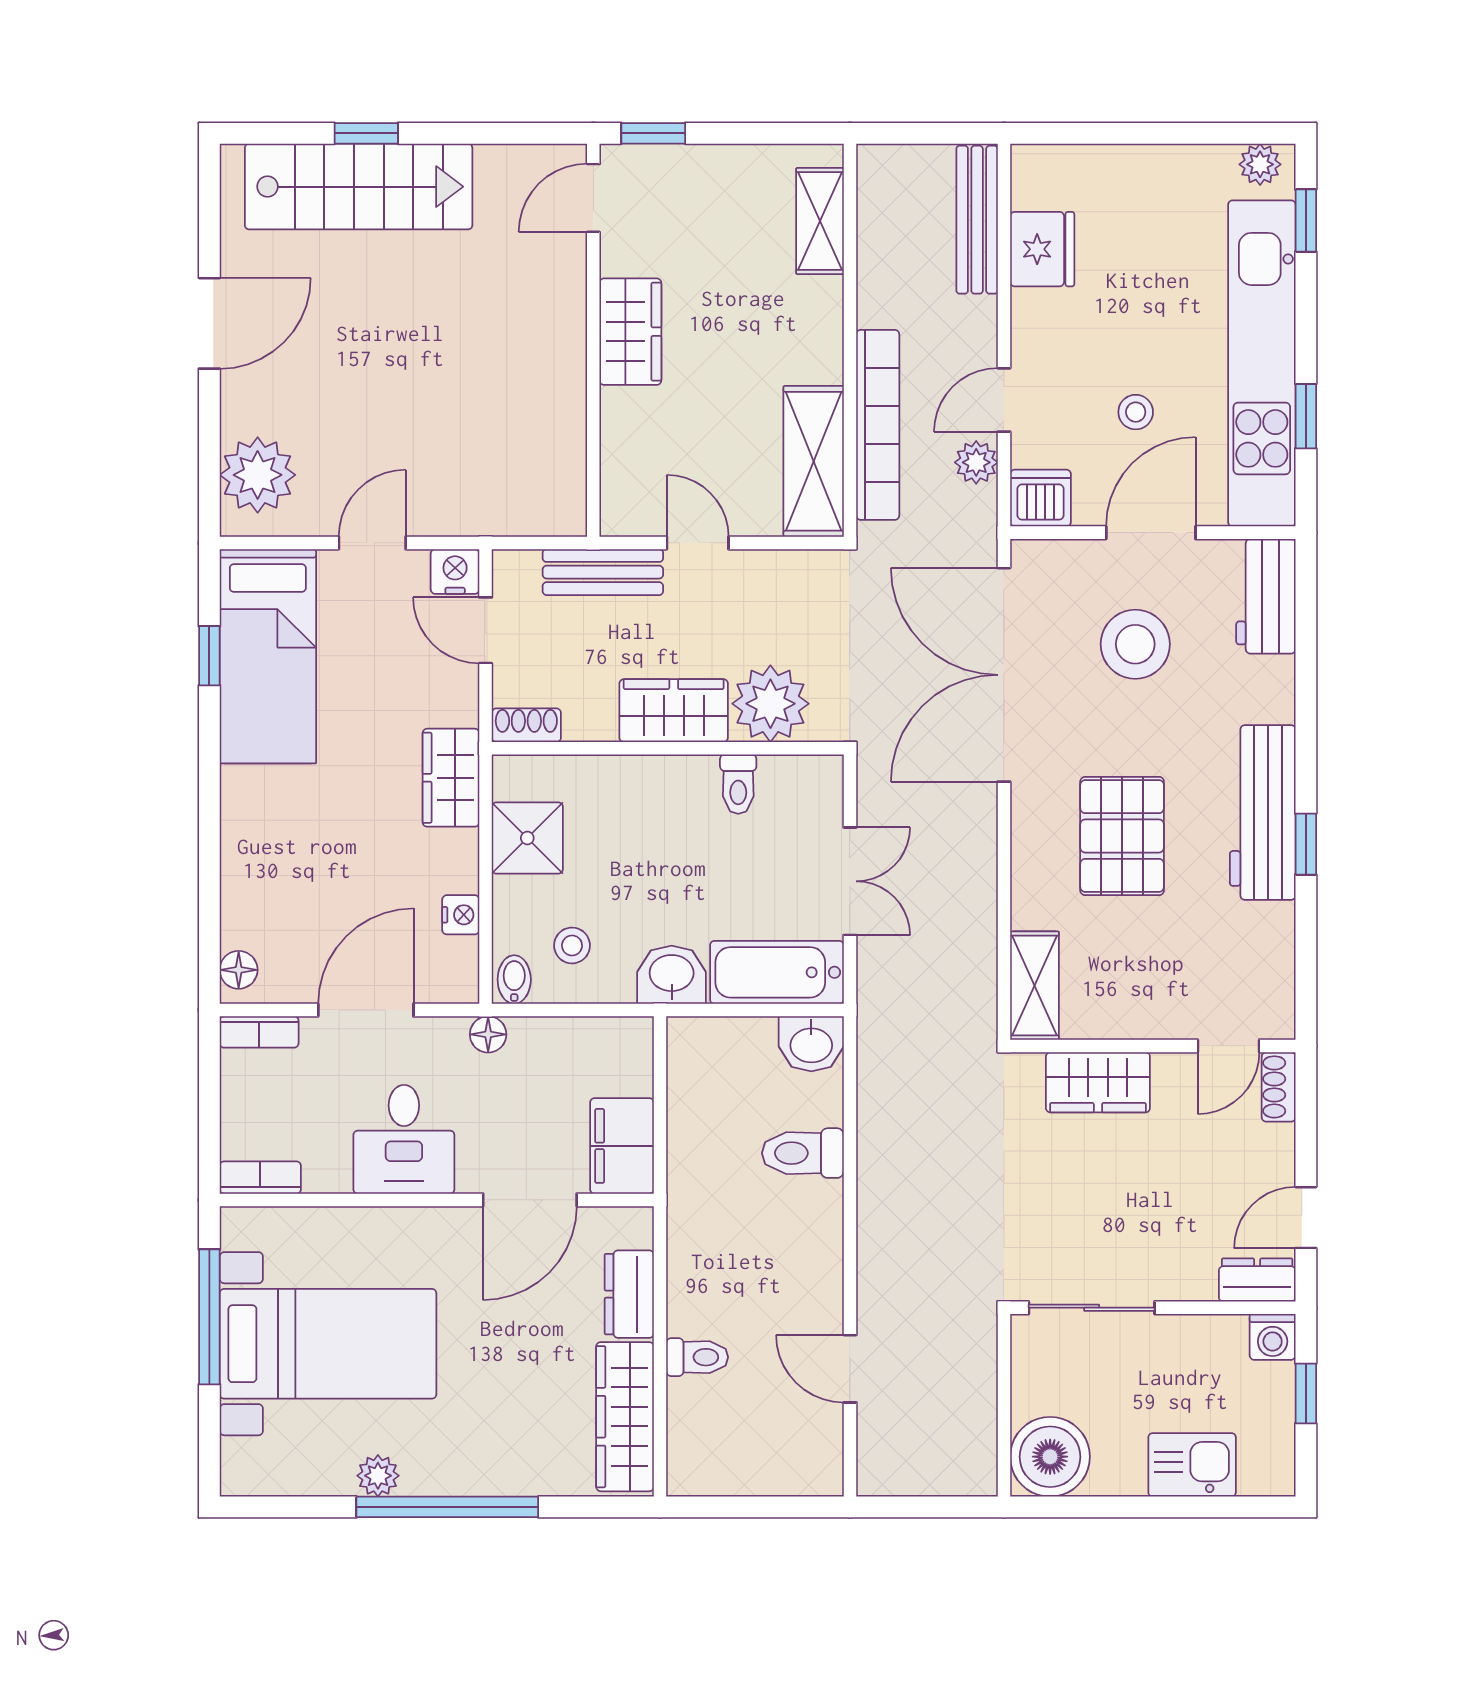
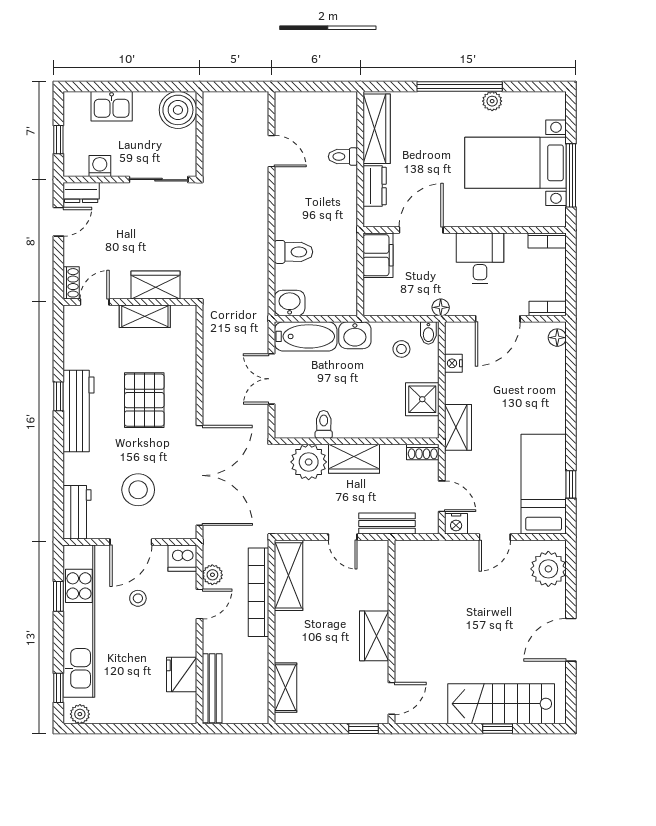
shelving: (1035, 986) -> (145, 316), moved, turned 90
washing machine: (1273, 1337) -> (100, 166), moved

